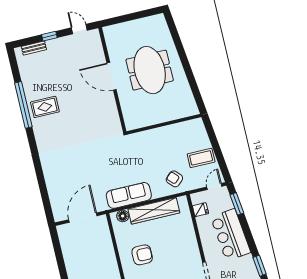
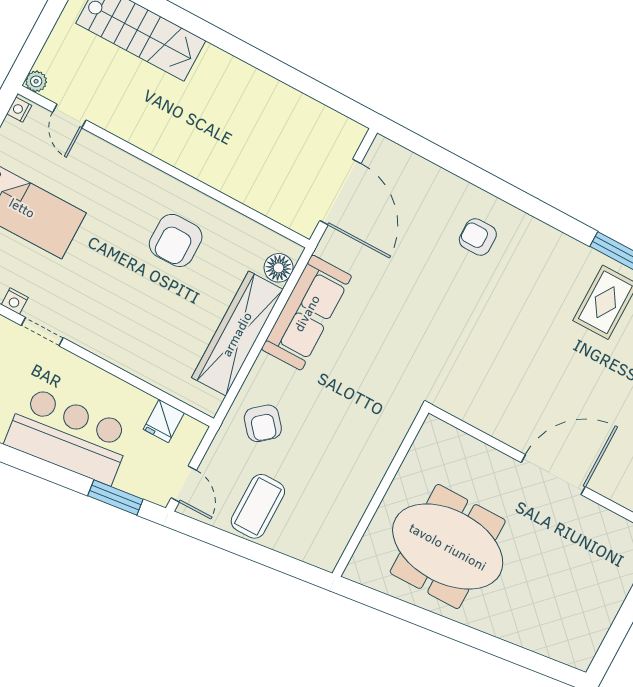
meeting table: (150, 70) -> (448, 547), moved
armchair: (59, 164) -> (478, 237), added
armchair: (174, 179) -> (263, 423), turned 93

